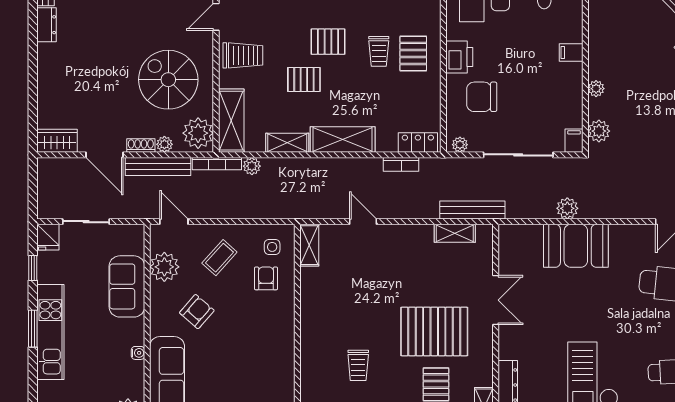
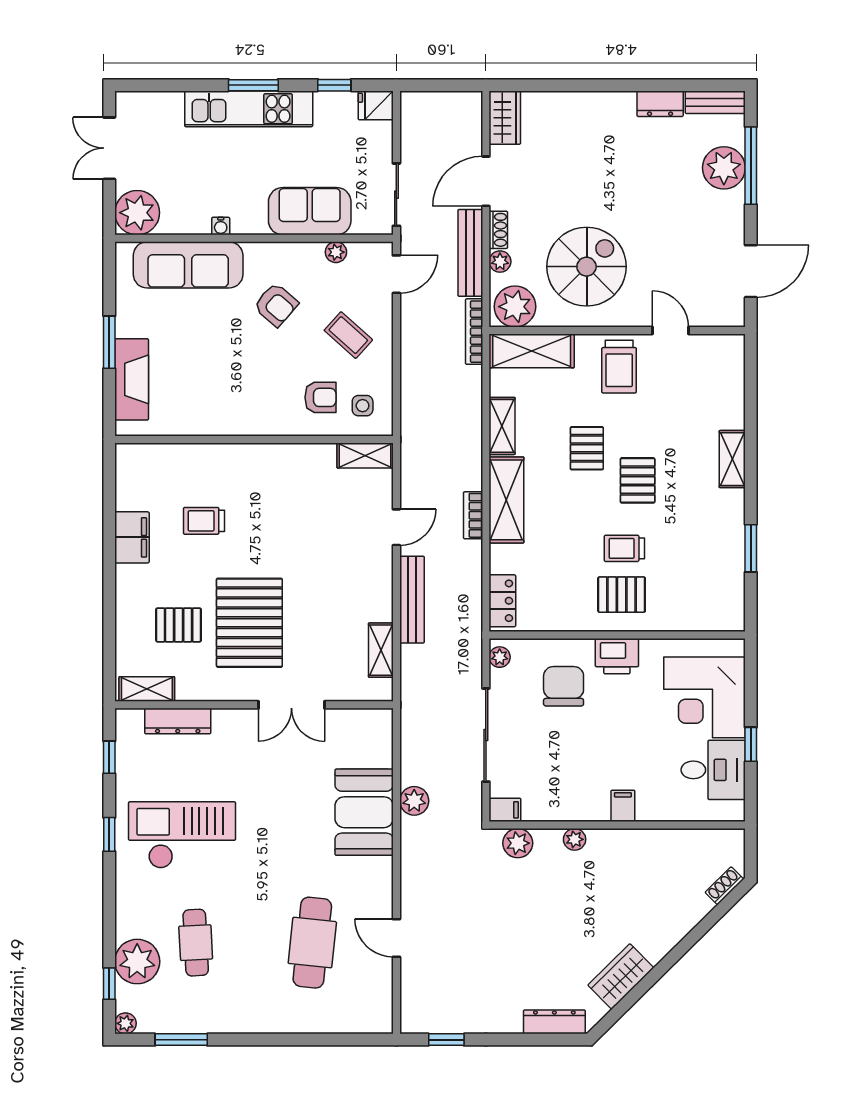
bookcase: (401, 164) -> (473, 515), moved
plant: (252, 166) -> (471, 378), removed
bench: (472, 210) -> (412, 600), moved
sliding door: (86, 222) -> (396, 195), moved
plant: (164, 267) -> (336, 252), width x0.53, depth x0.53

